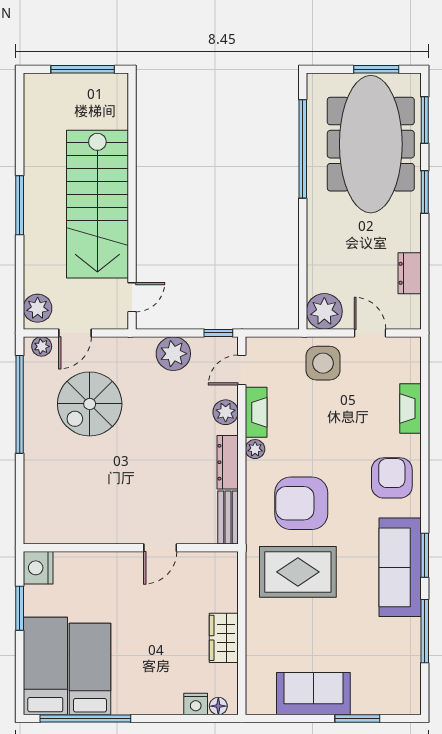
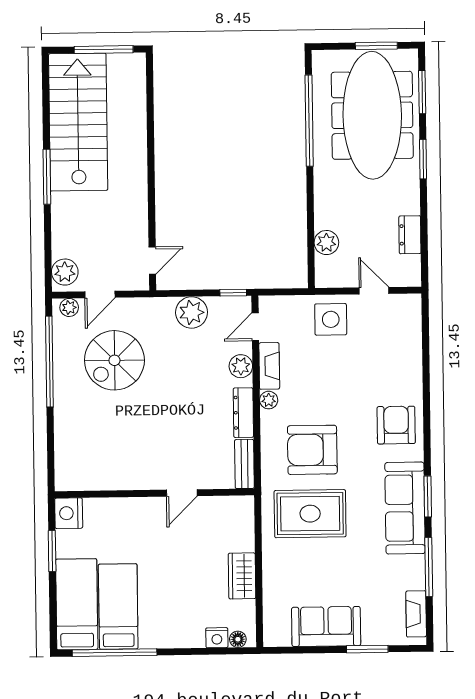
stairs: (97, 204) -> (78, 122), moved, turned 180
plant: (324, 311) -> (326, 243), moved, width x0.73, depth x0.73
fireplace: (411, 408) -> (416, 614), moved

